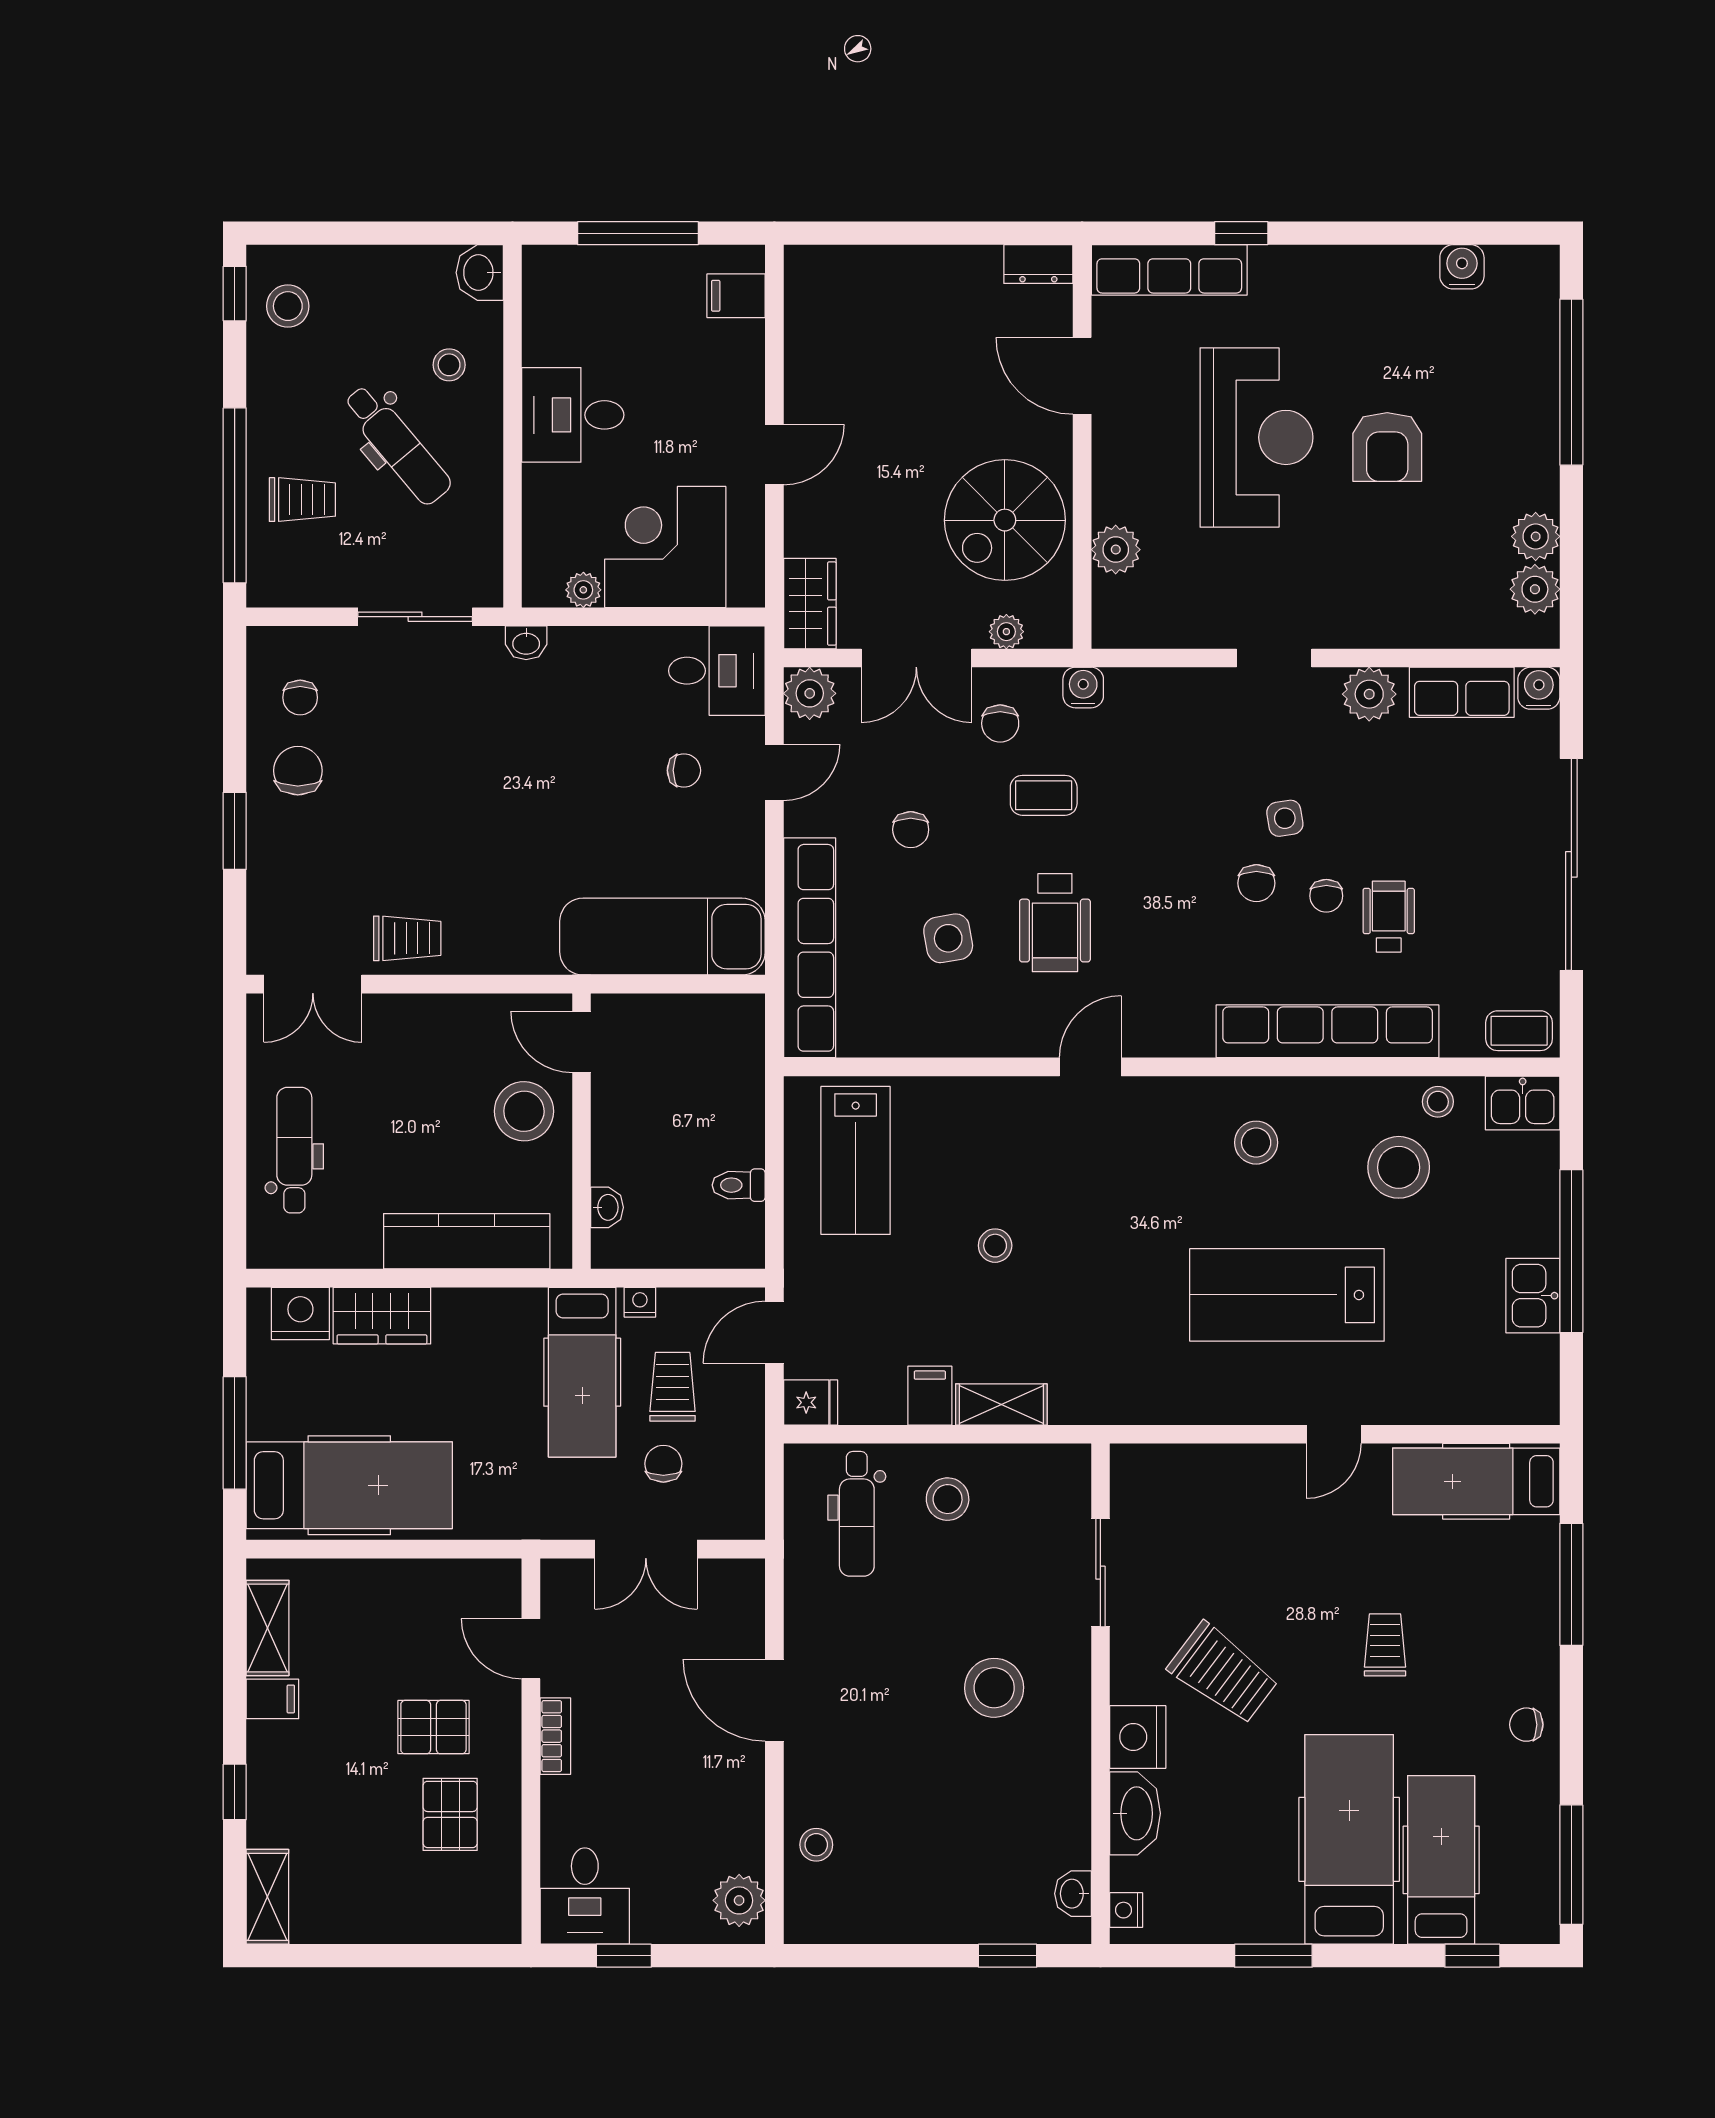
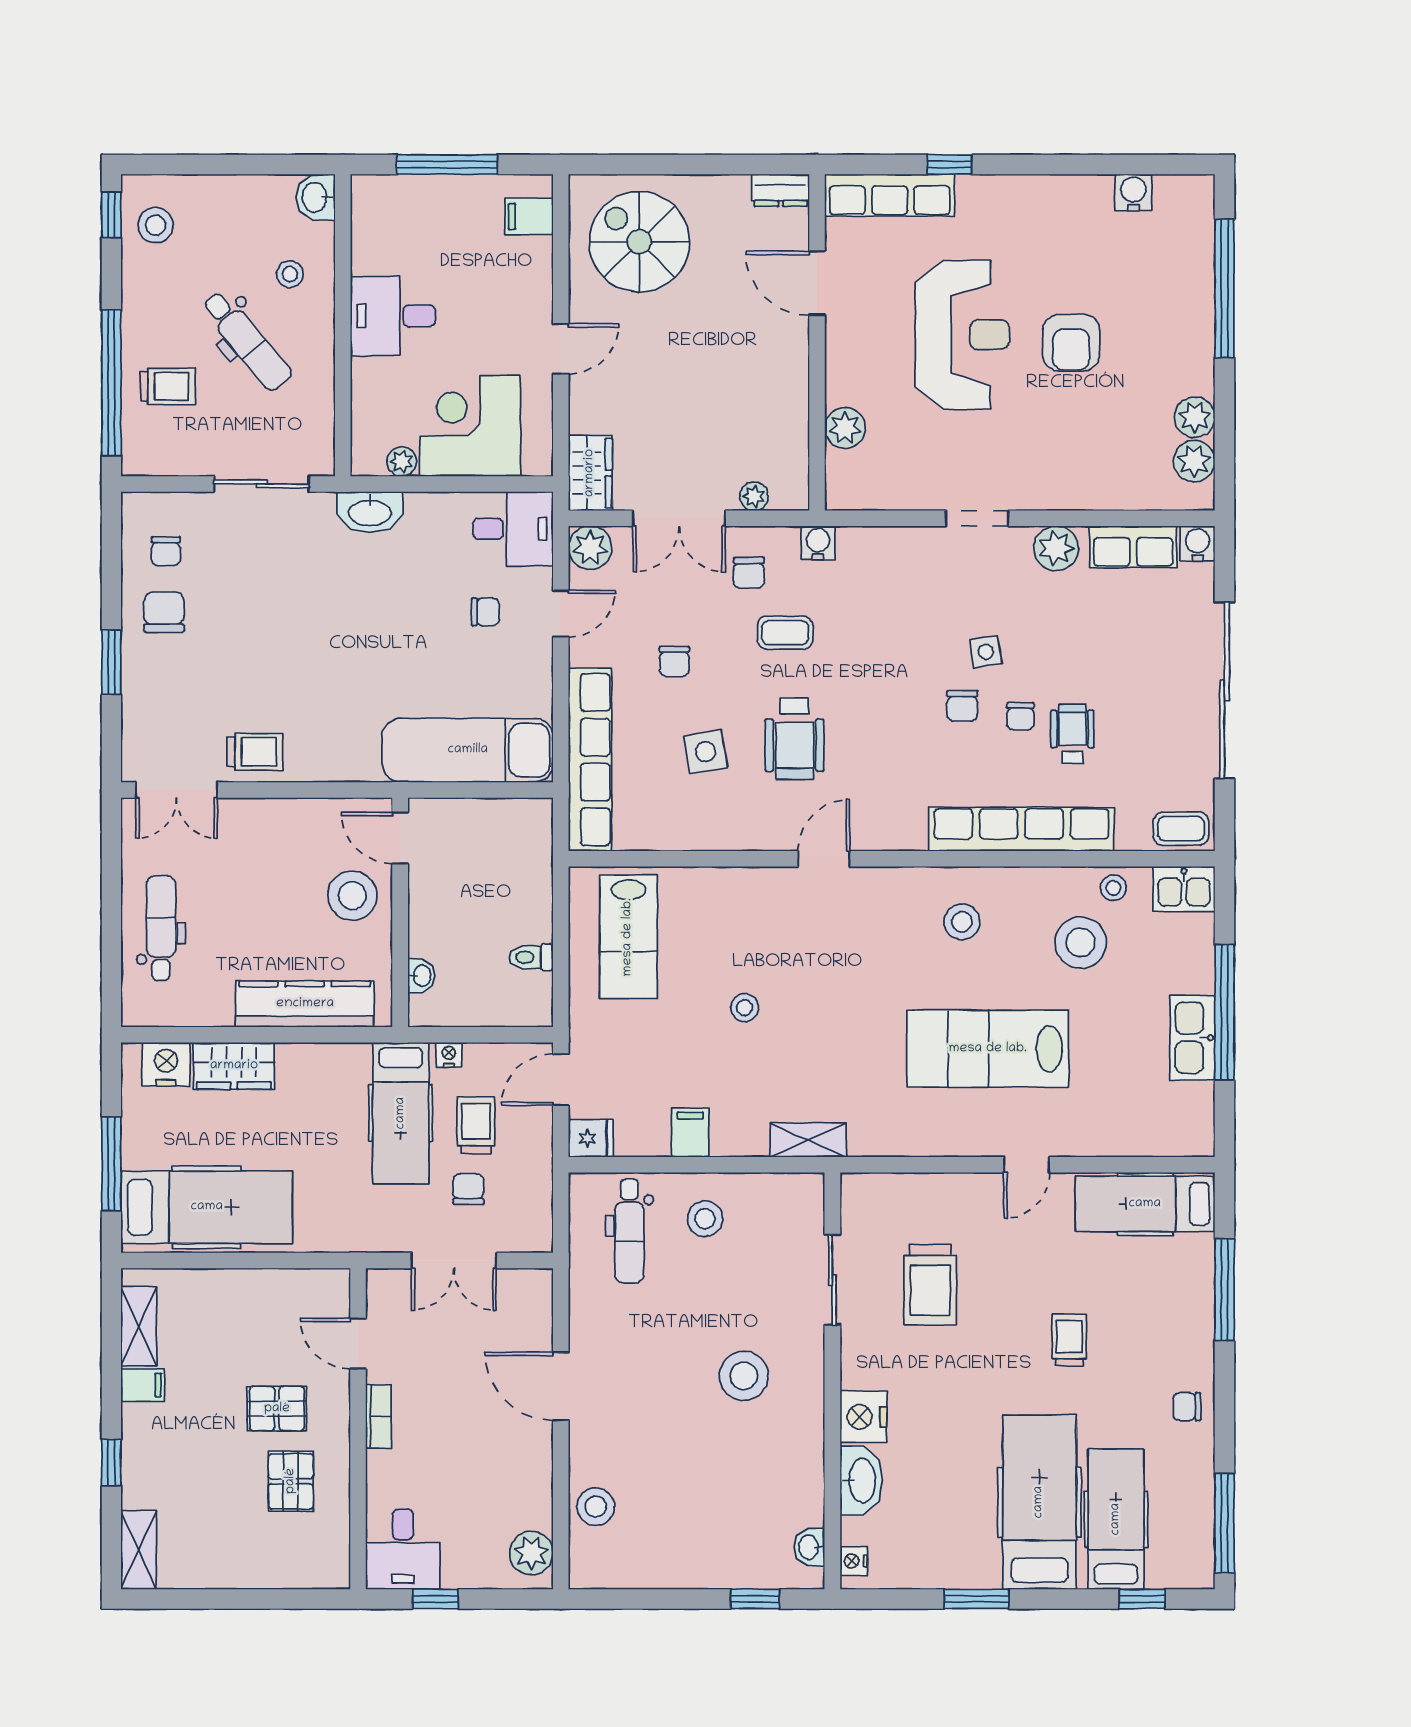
spiral stairs: (1005, 520) -> (639, 242), moved, turned 90
washbasin: (526, 643) -> (370, 512), width x1.91, depth x1.45
kitchen sink: (1533, 1296) -> (1192, 1038), width x1.38
shelving: (1001, 1405) -> (808, 1140), moved
trolley: (1223, 1673) -> (930, 1285), moved, turned 53
stool: (816, 1845) -> (596, 1507), width x1.37, depth x1.37

